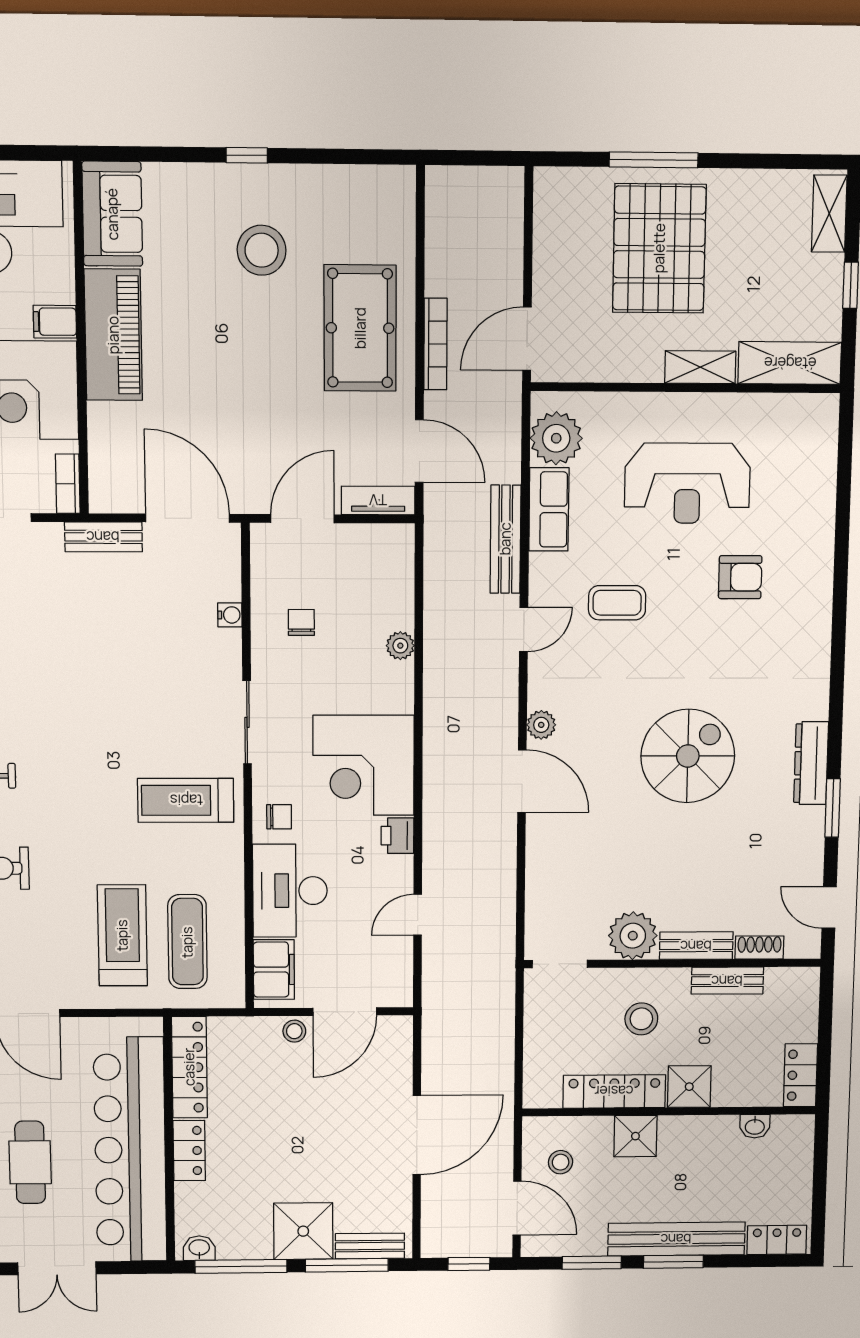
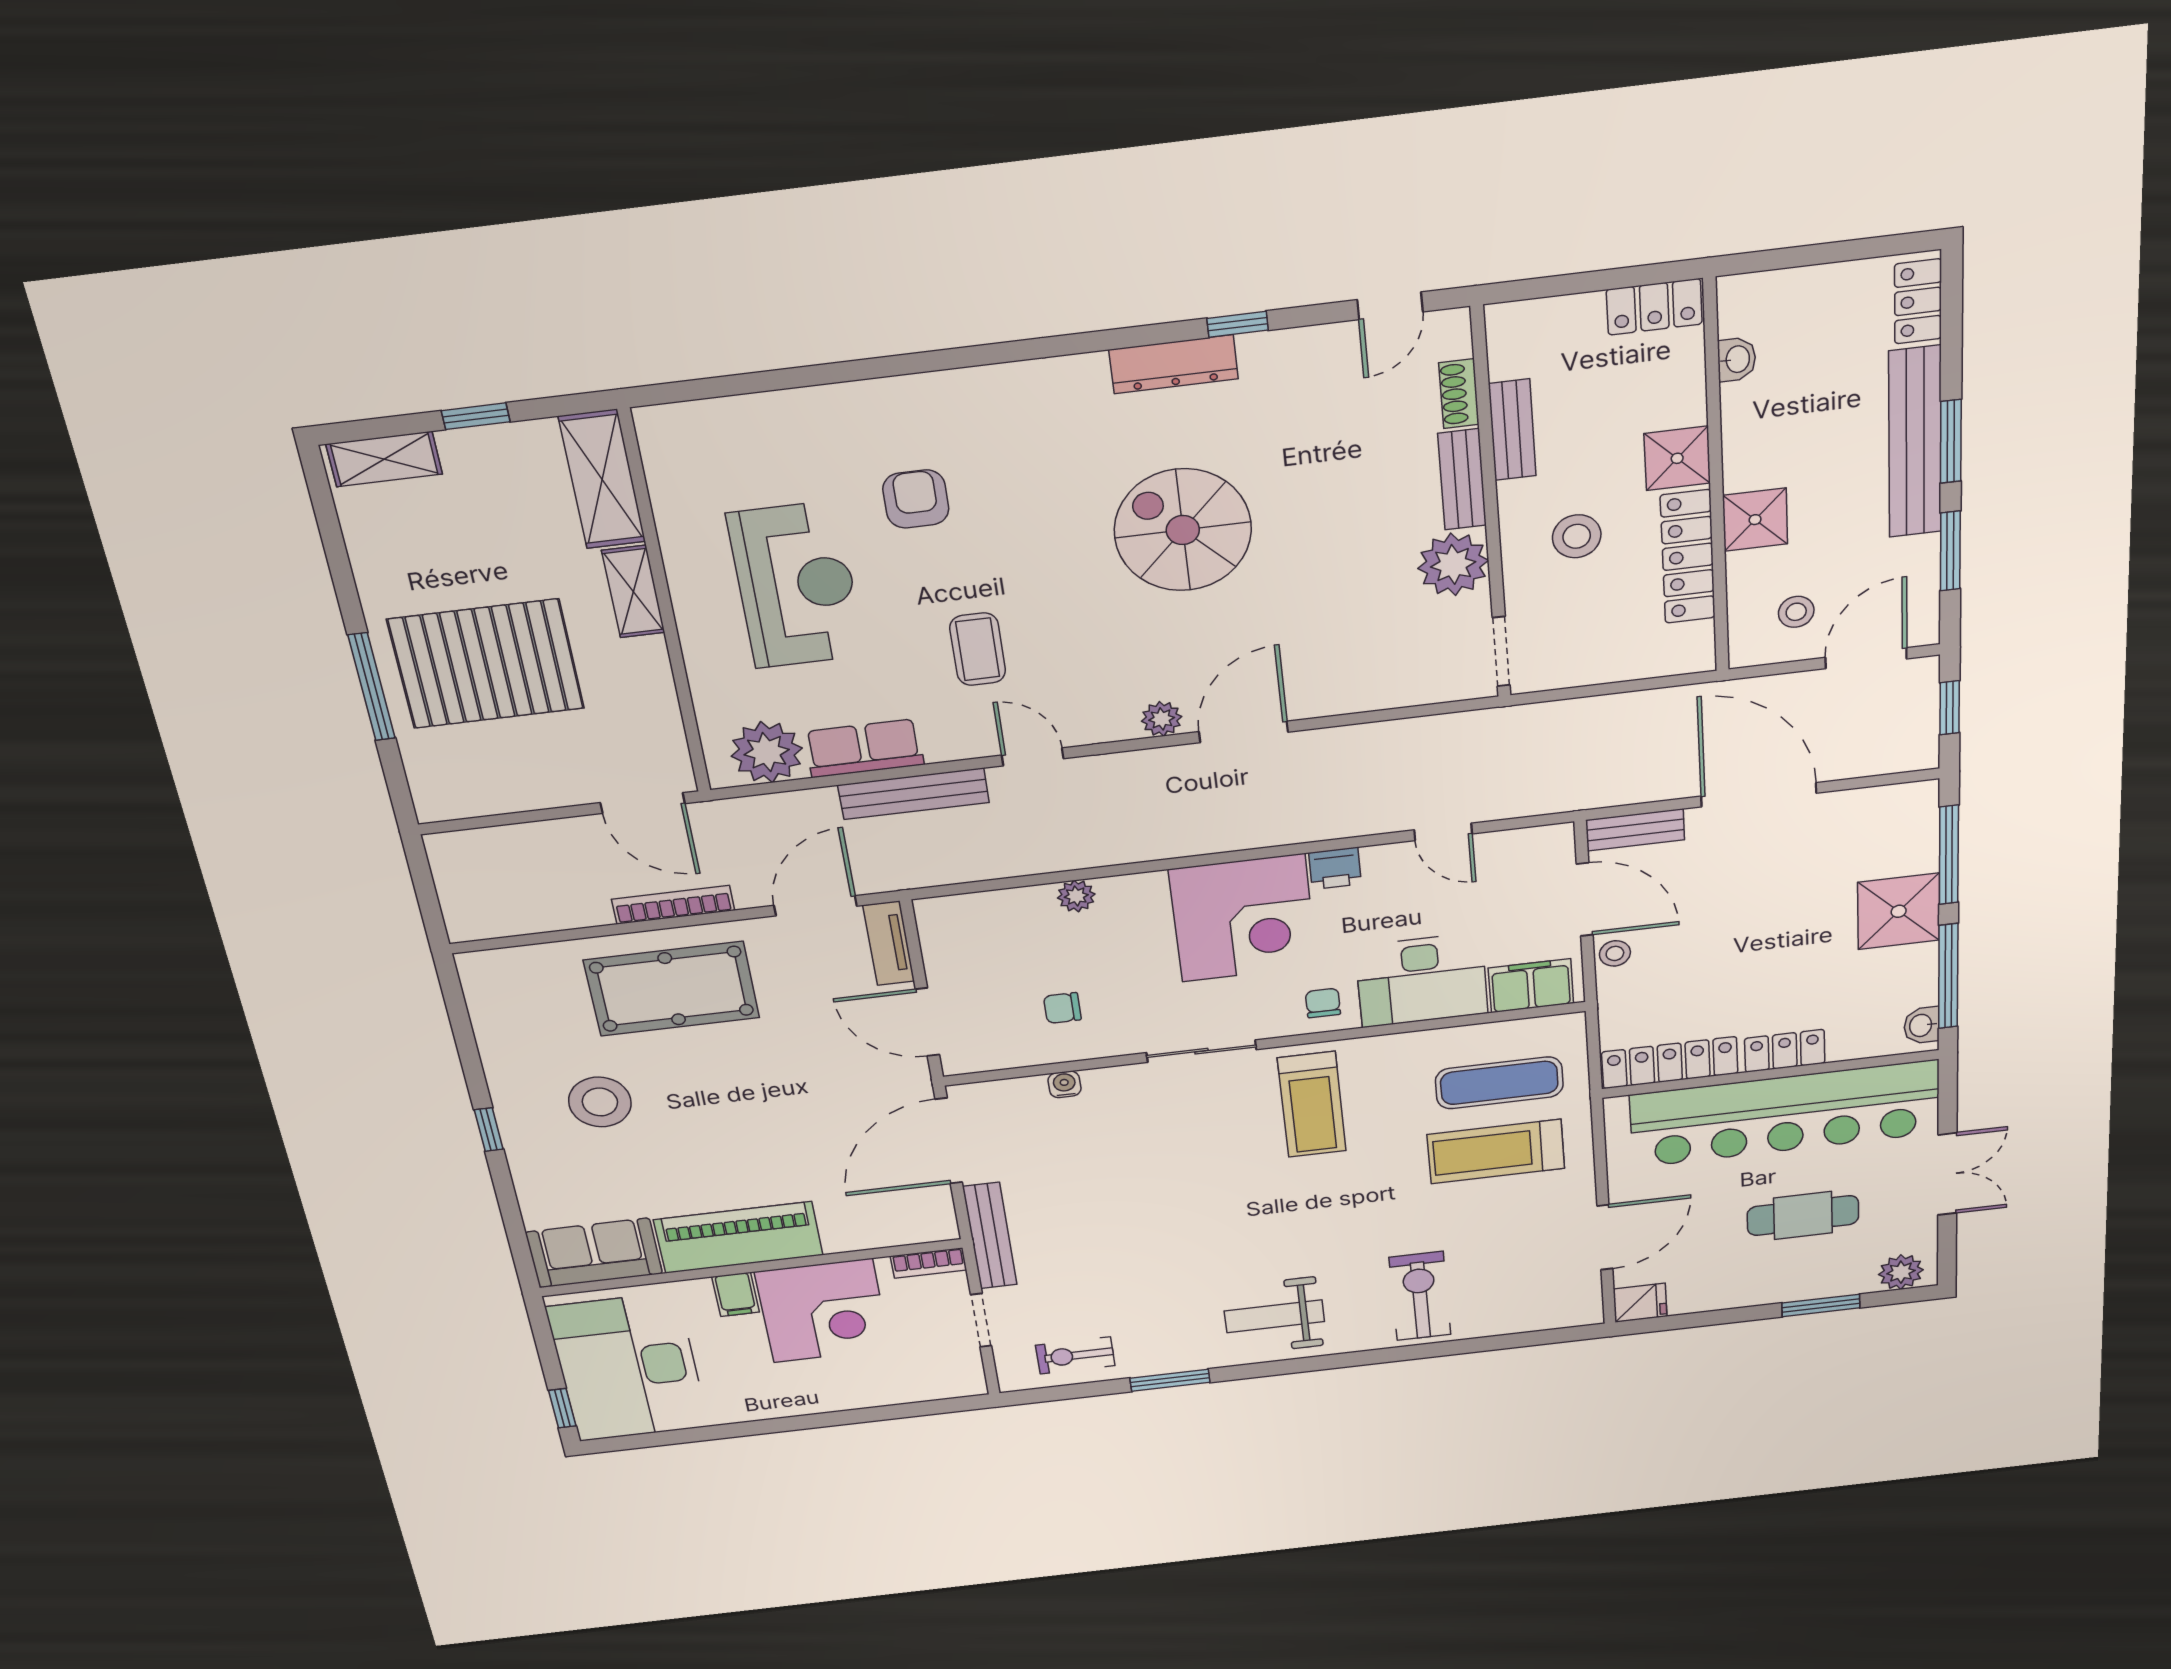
bench: (103, 537) -> (990, 1236), width x1.36
window: (833, 808) -> (1238, 324), width x0.67
bench: (370, 1246) -> (1635, 830), moved, turned 90

